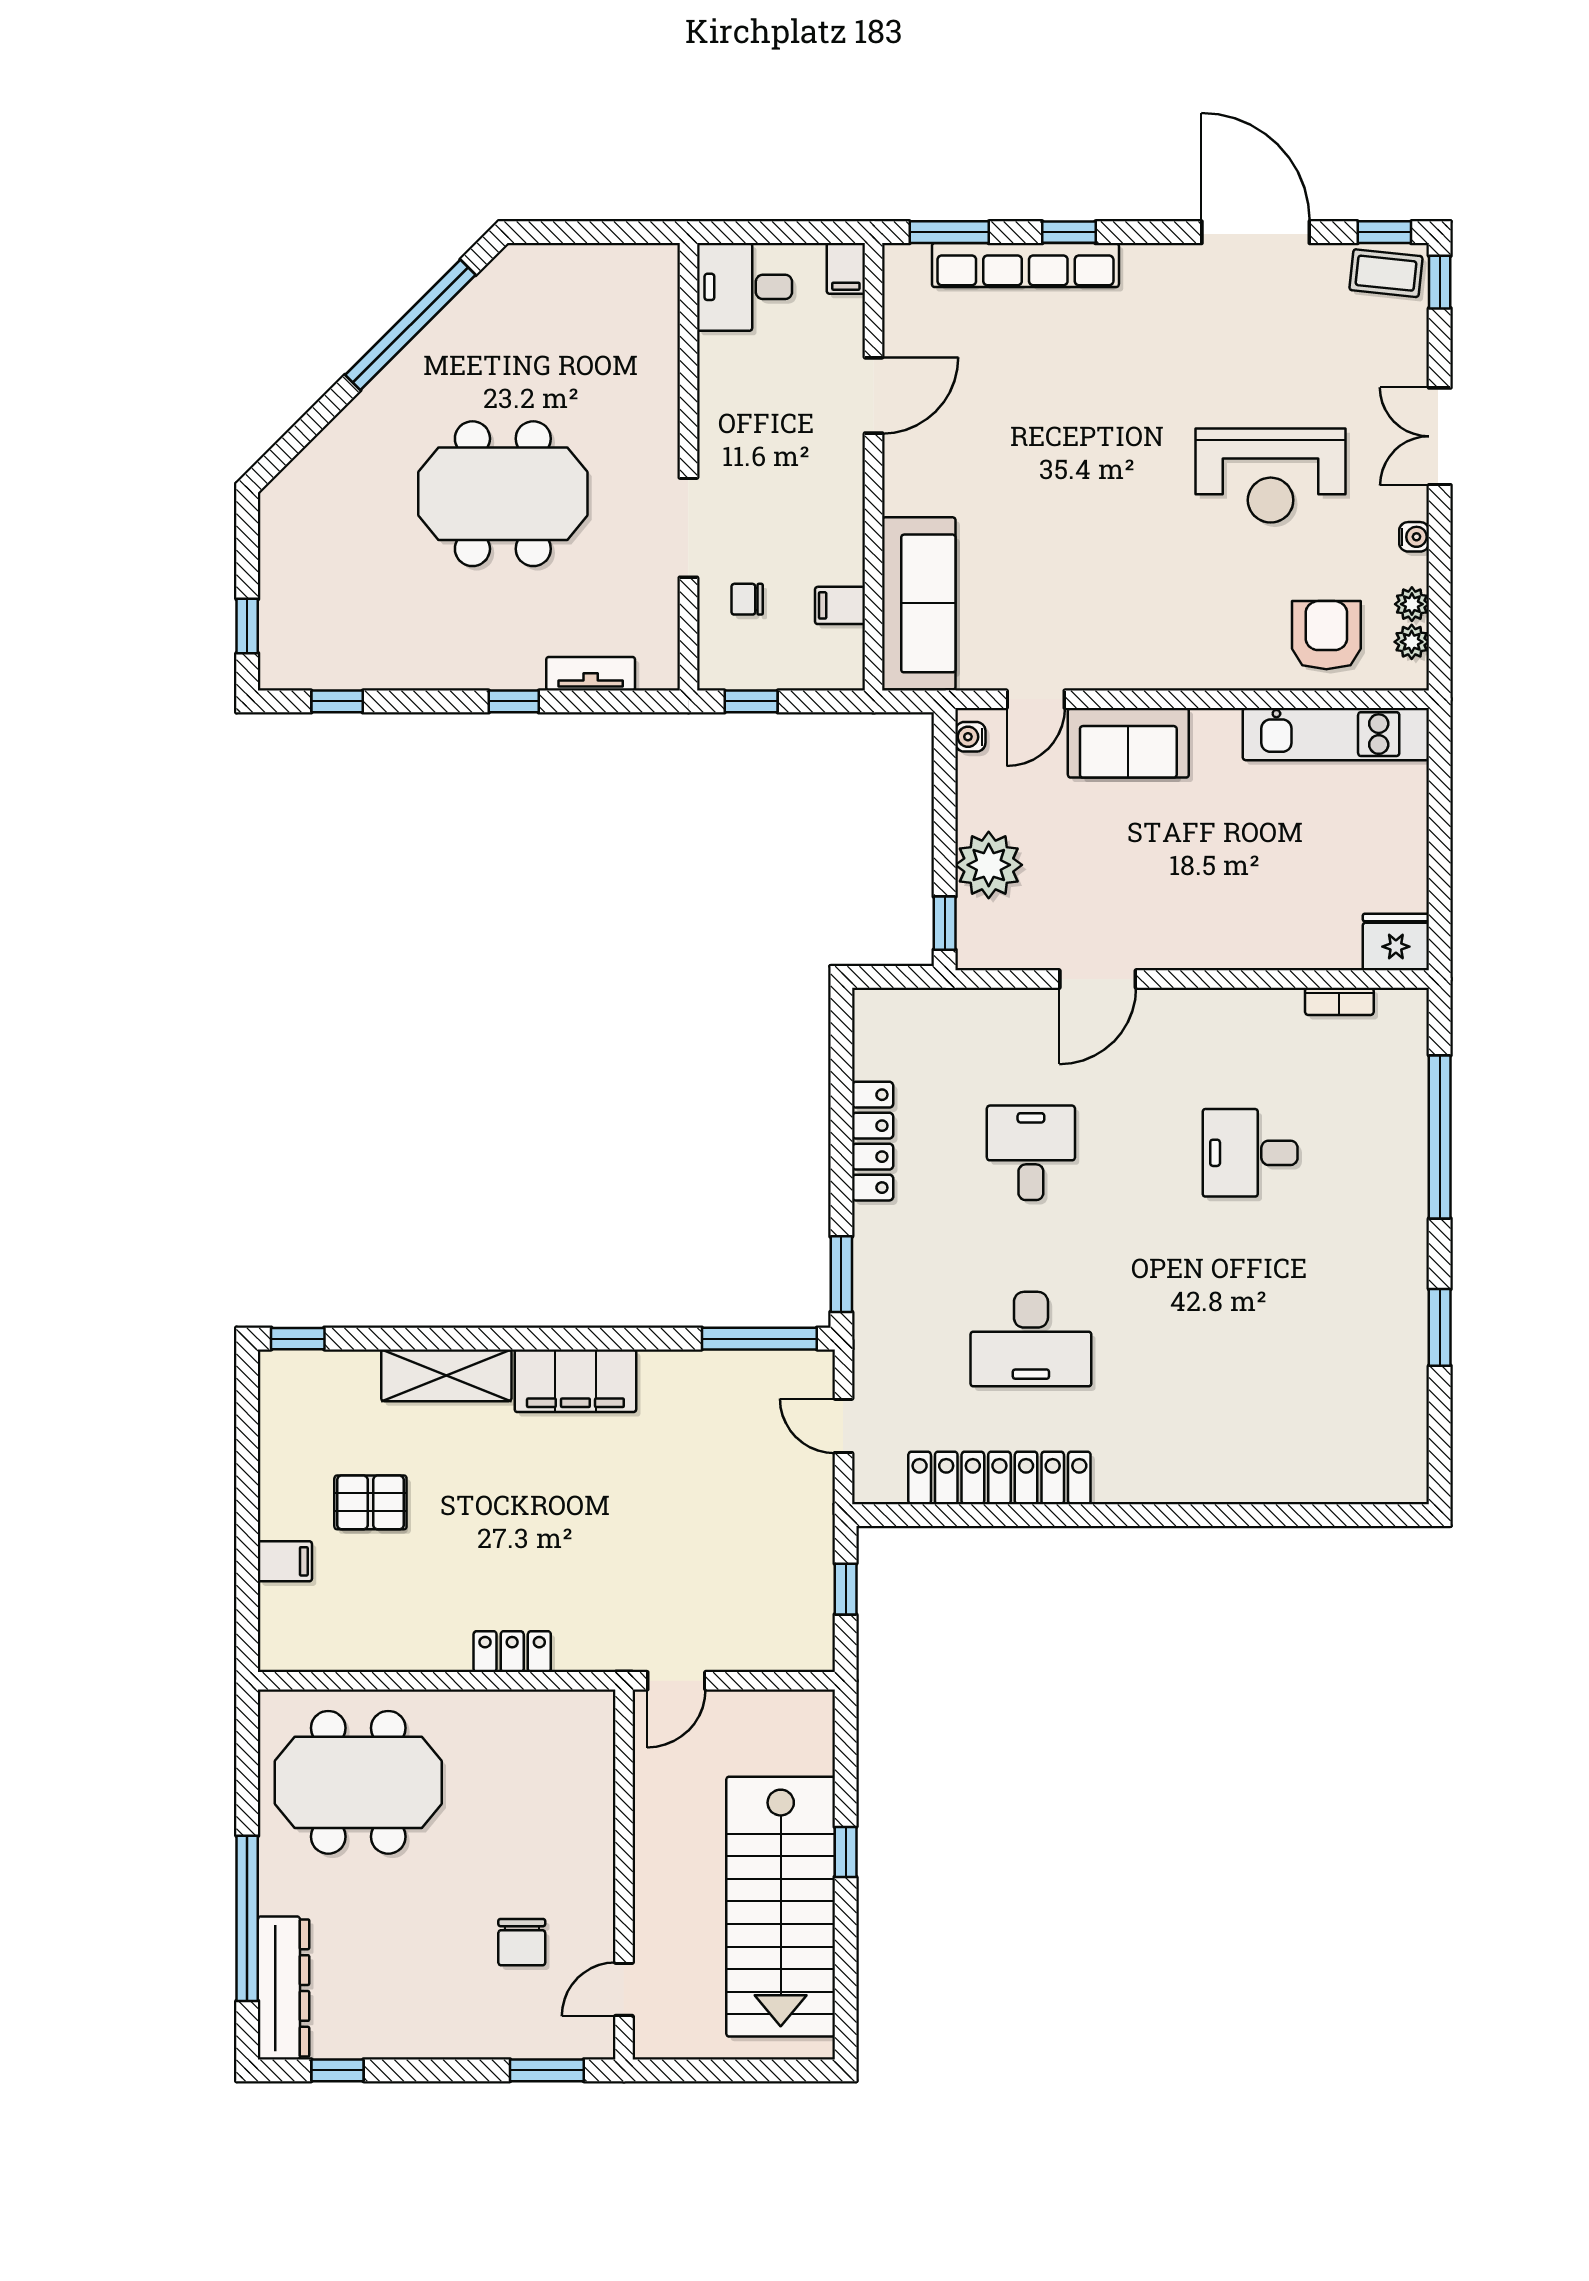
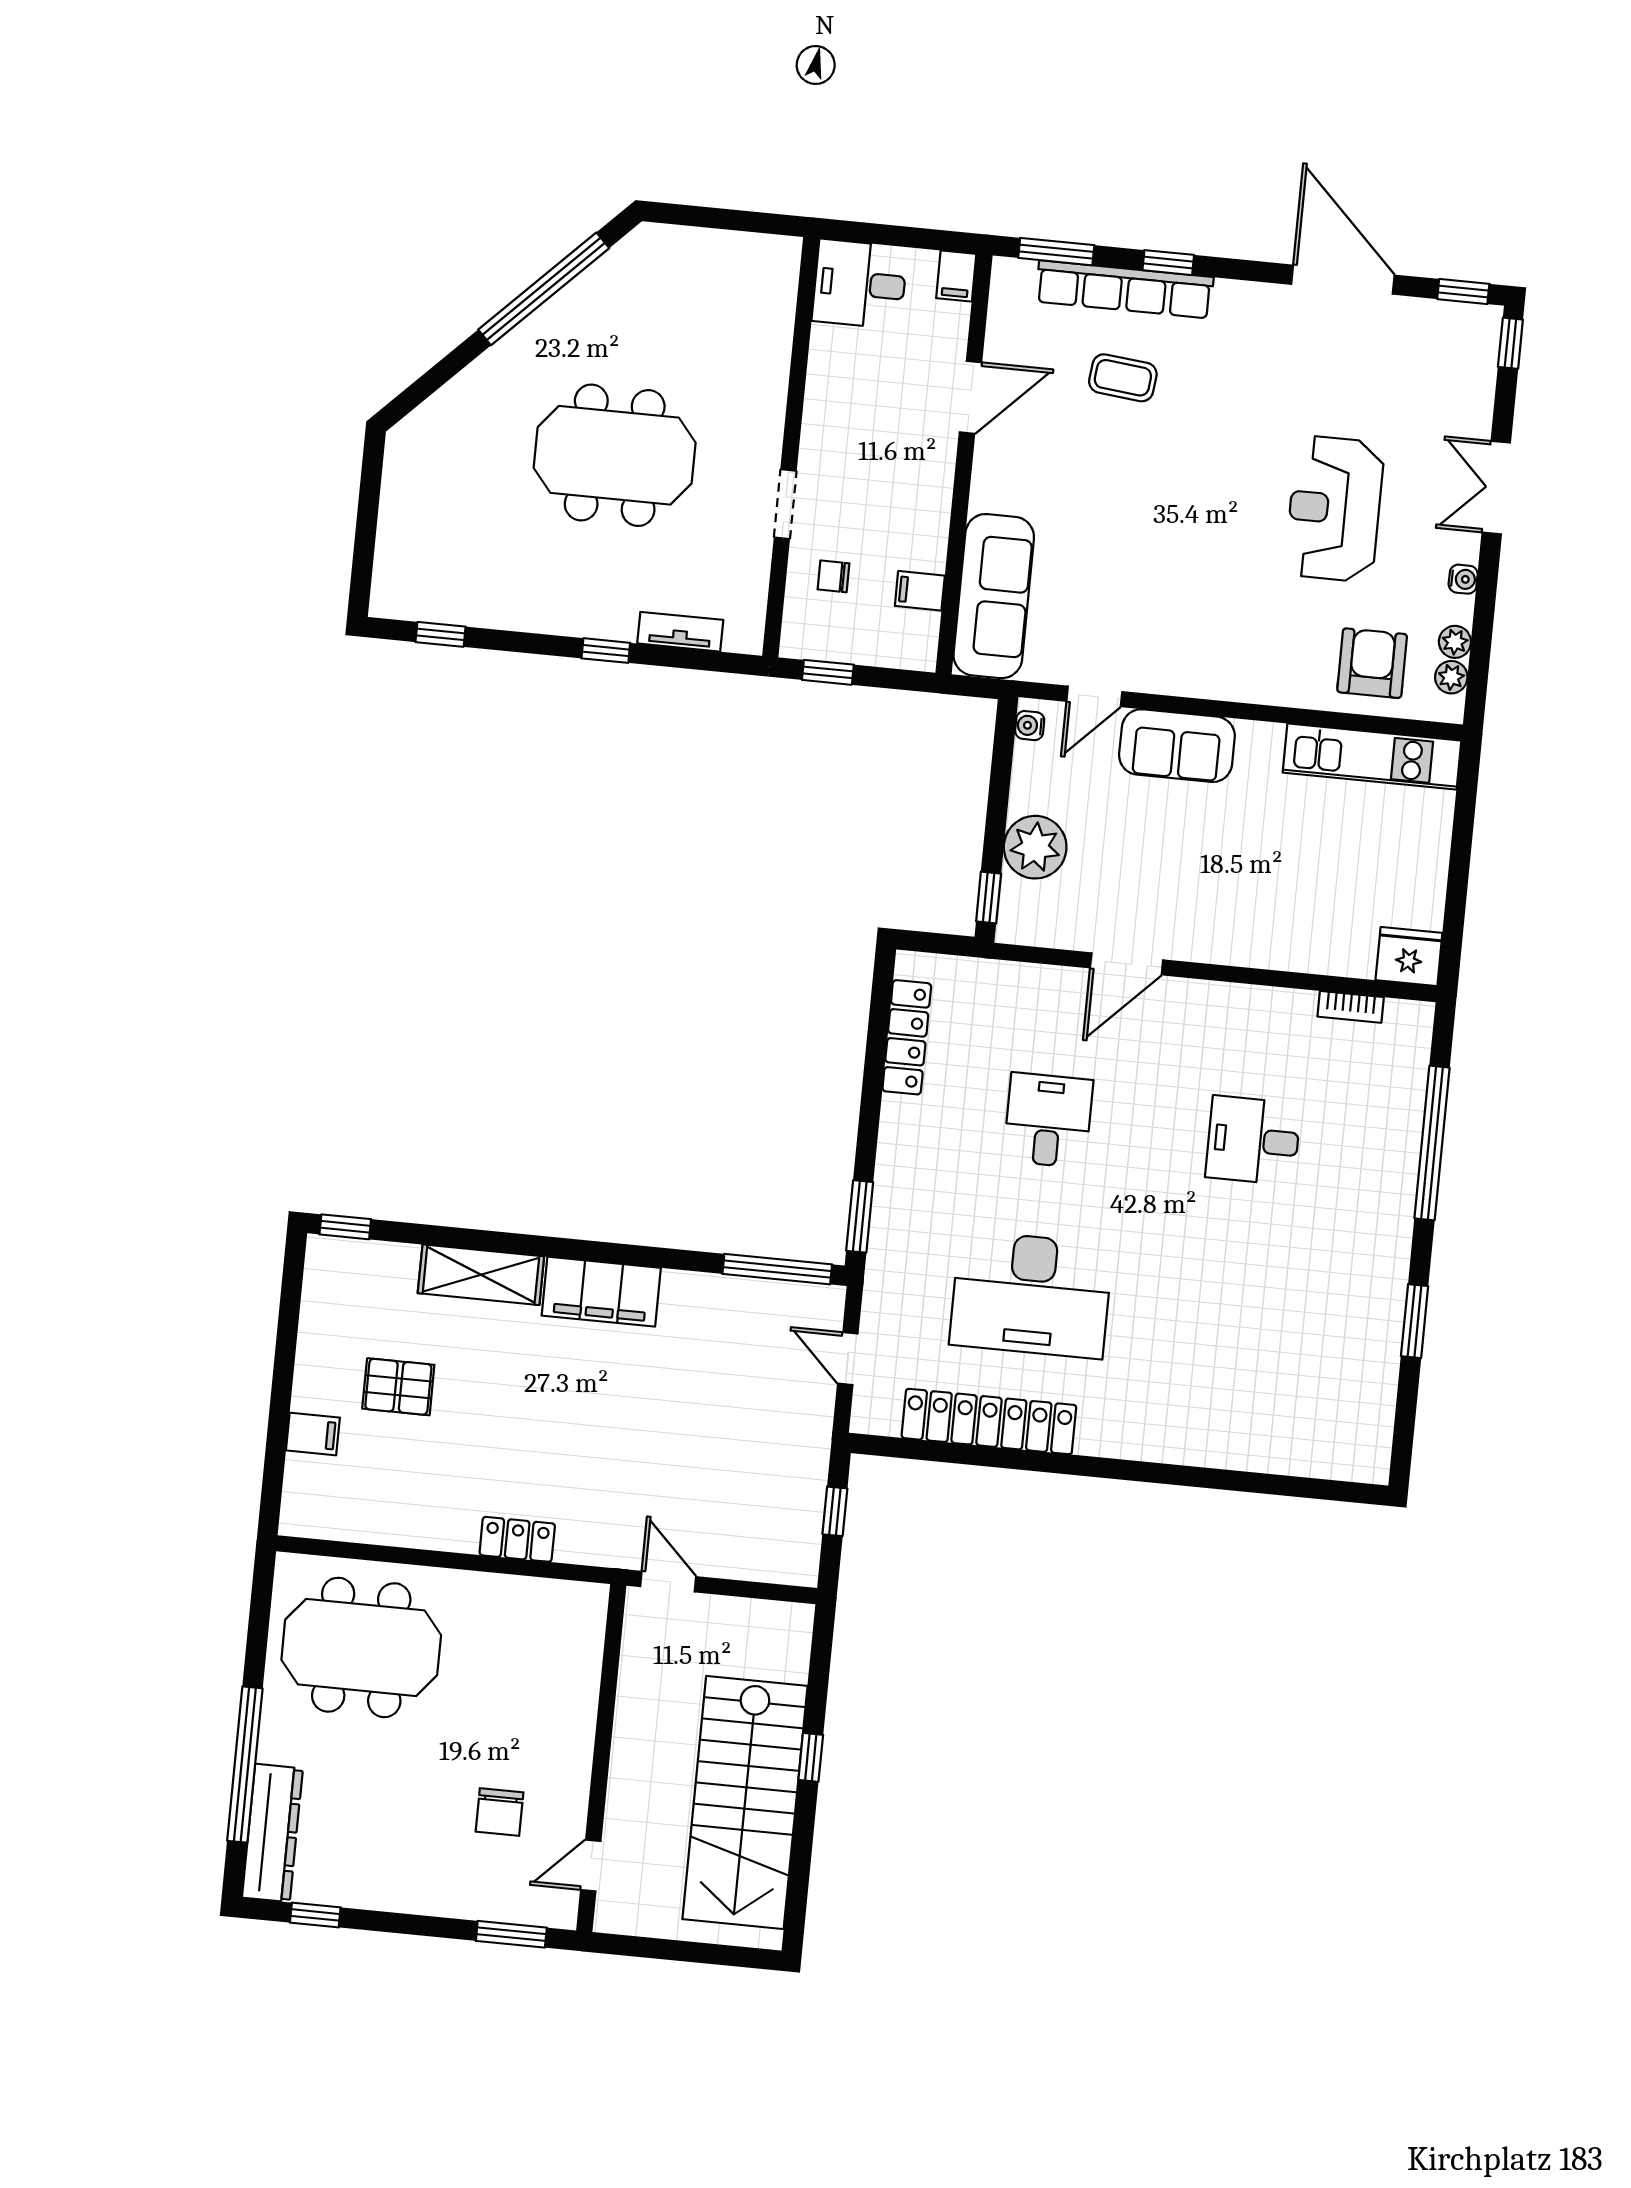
coffee table: (1386, 273) -> (1123, 378), moved
reception desk: (1271, 476) -> (1335, 509), turned 90
doorway: (688, 528) -> (785, 504), width x0.73
window: (247, 626) -> (363, 556), removed
locker: (873, 1141) -> (907, 1037), moved
desk: (1031, 1339) -> (1031, 1295), width x1.36, depth x1.30
door: (676, 1681) -> (668, 1582), swing flipped

